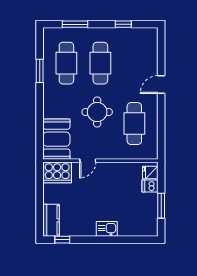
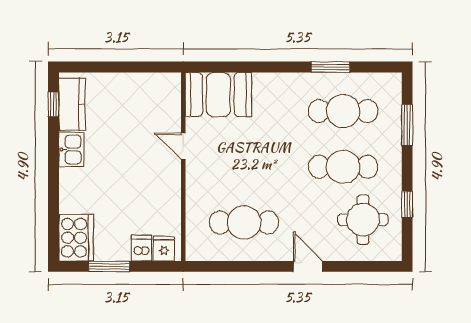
round table: (97, 112) -> (363, 220), moved
cooker: (57, 172) -> (76, 238), moved, turned 180
kitchen counter: (51, 220) -> (72, 104), moved, turned -90
kitchen sink: (107, 229) -> (71, 149), moved

